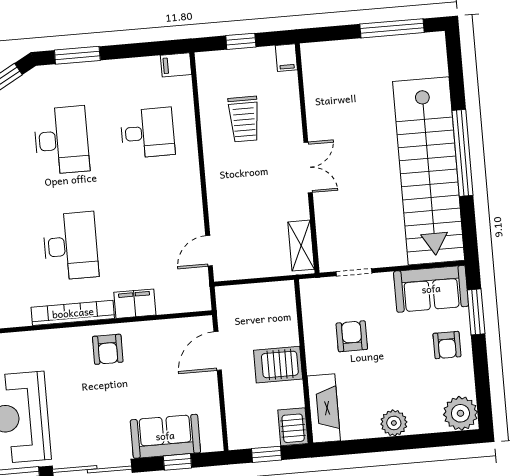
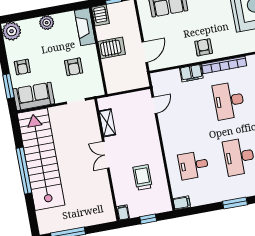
shelving: (301, 246) -> (107, 123), moved
armchair: (447, 345) -> (22, 67), turned 180

